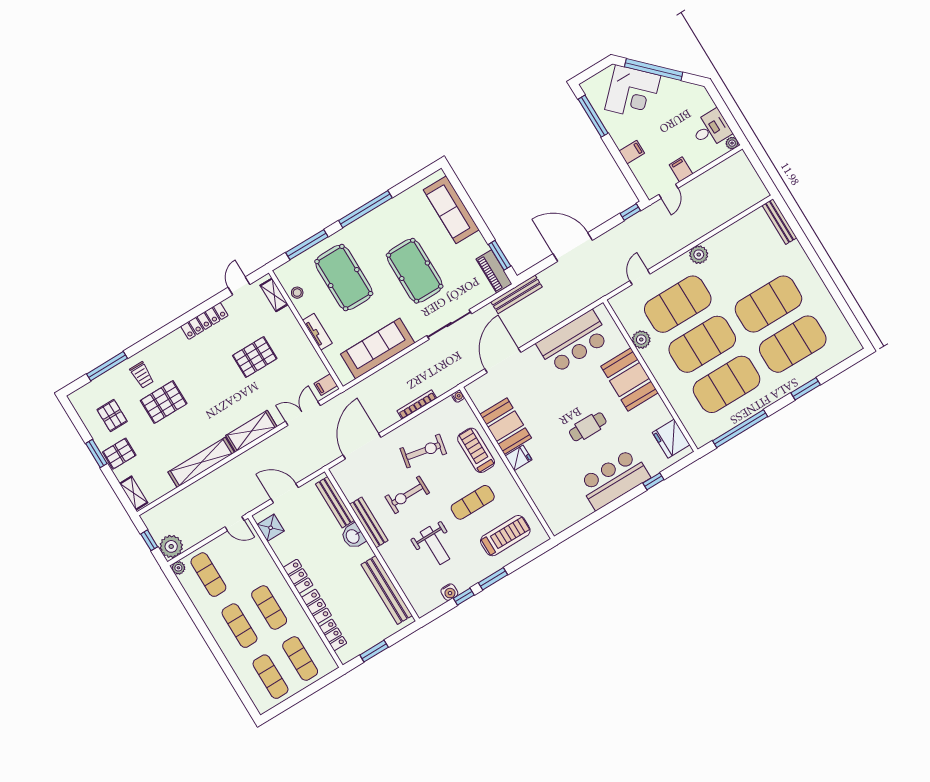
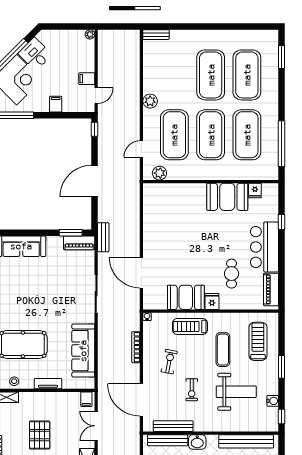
desk: (711, 129) -> (35, 54), moved, turned -45
door: (668, 191) -> (96, 96), hinge flipped
bench: (779, 222) -> (156, 35), width x0.73
pool table: (415, 271) -> (47, 295), removed
door: (640, 277) -> (141, 149), hinge flipped
bench: (517, 294) -> (103, 237), width x0.73
plant: (641, 340) -> (159, 173), moved
bar counter: (573, 342) -> (157, 219), removed
booth: (630, 379) -> (227, 197), moved
window: (806, 389) -> (281, 57), moved
cafe table: (588, 427) -> (232, 274), moved
fridge: (671, 439) -> (255, 191), width x0.53, depth x0.75
exercise bike: (423, 451) -> (169, 362), width x0.73, depth x0.72
exercise bike: (407, 495) -> (192, 390), width x0.73, depth x0.72
piano: (572, 515) -> (271, 289), added
bench: (369, 522) -> (173, 426), moved
weight bench: (435, 546) -> (236, 392), width x1.36, depth x1.33
window: (464, 597) -> (281, 417), moved

